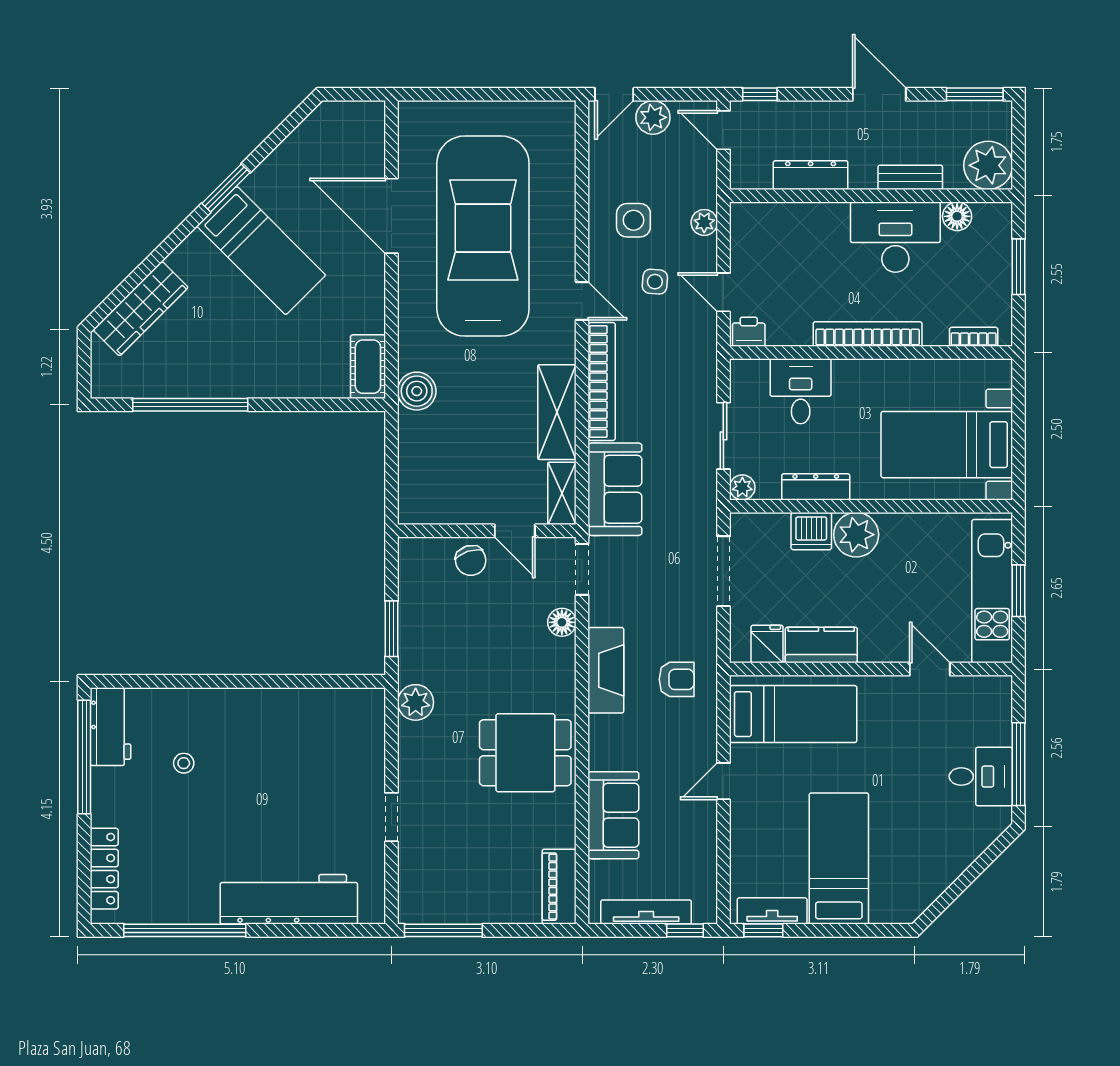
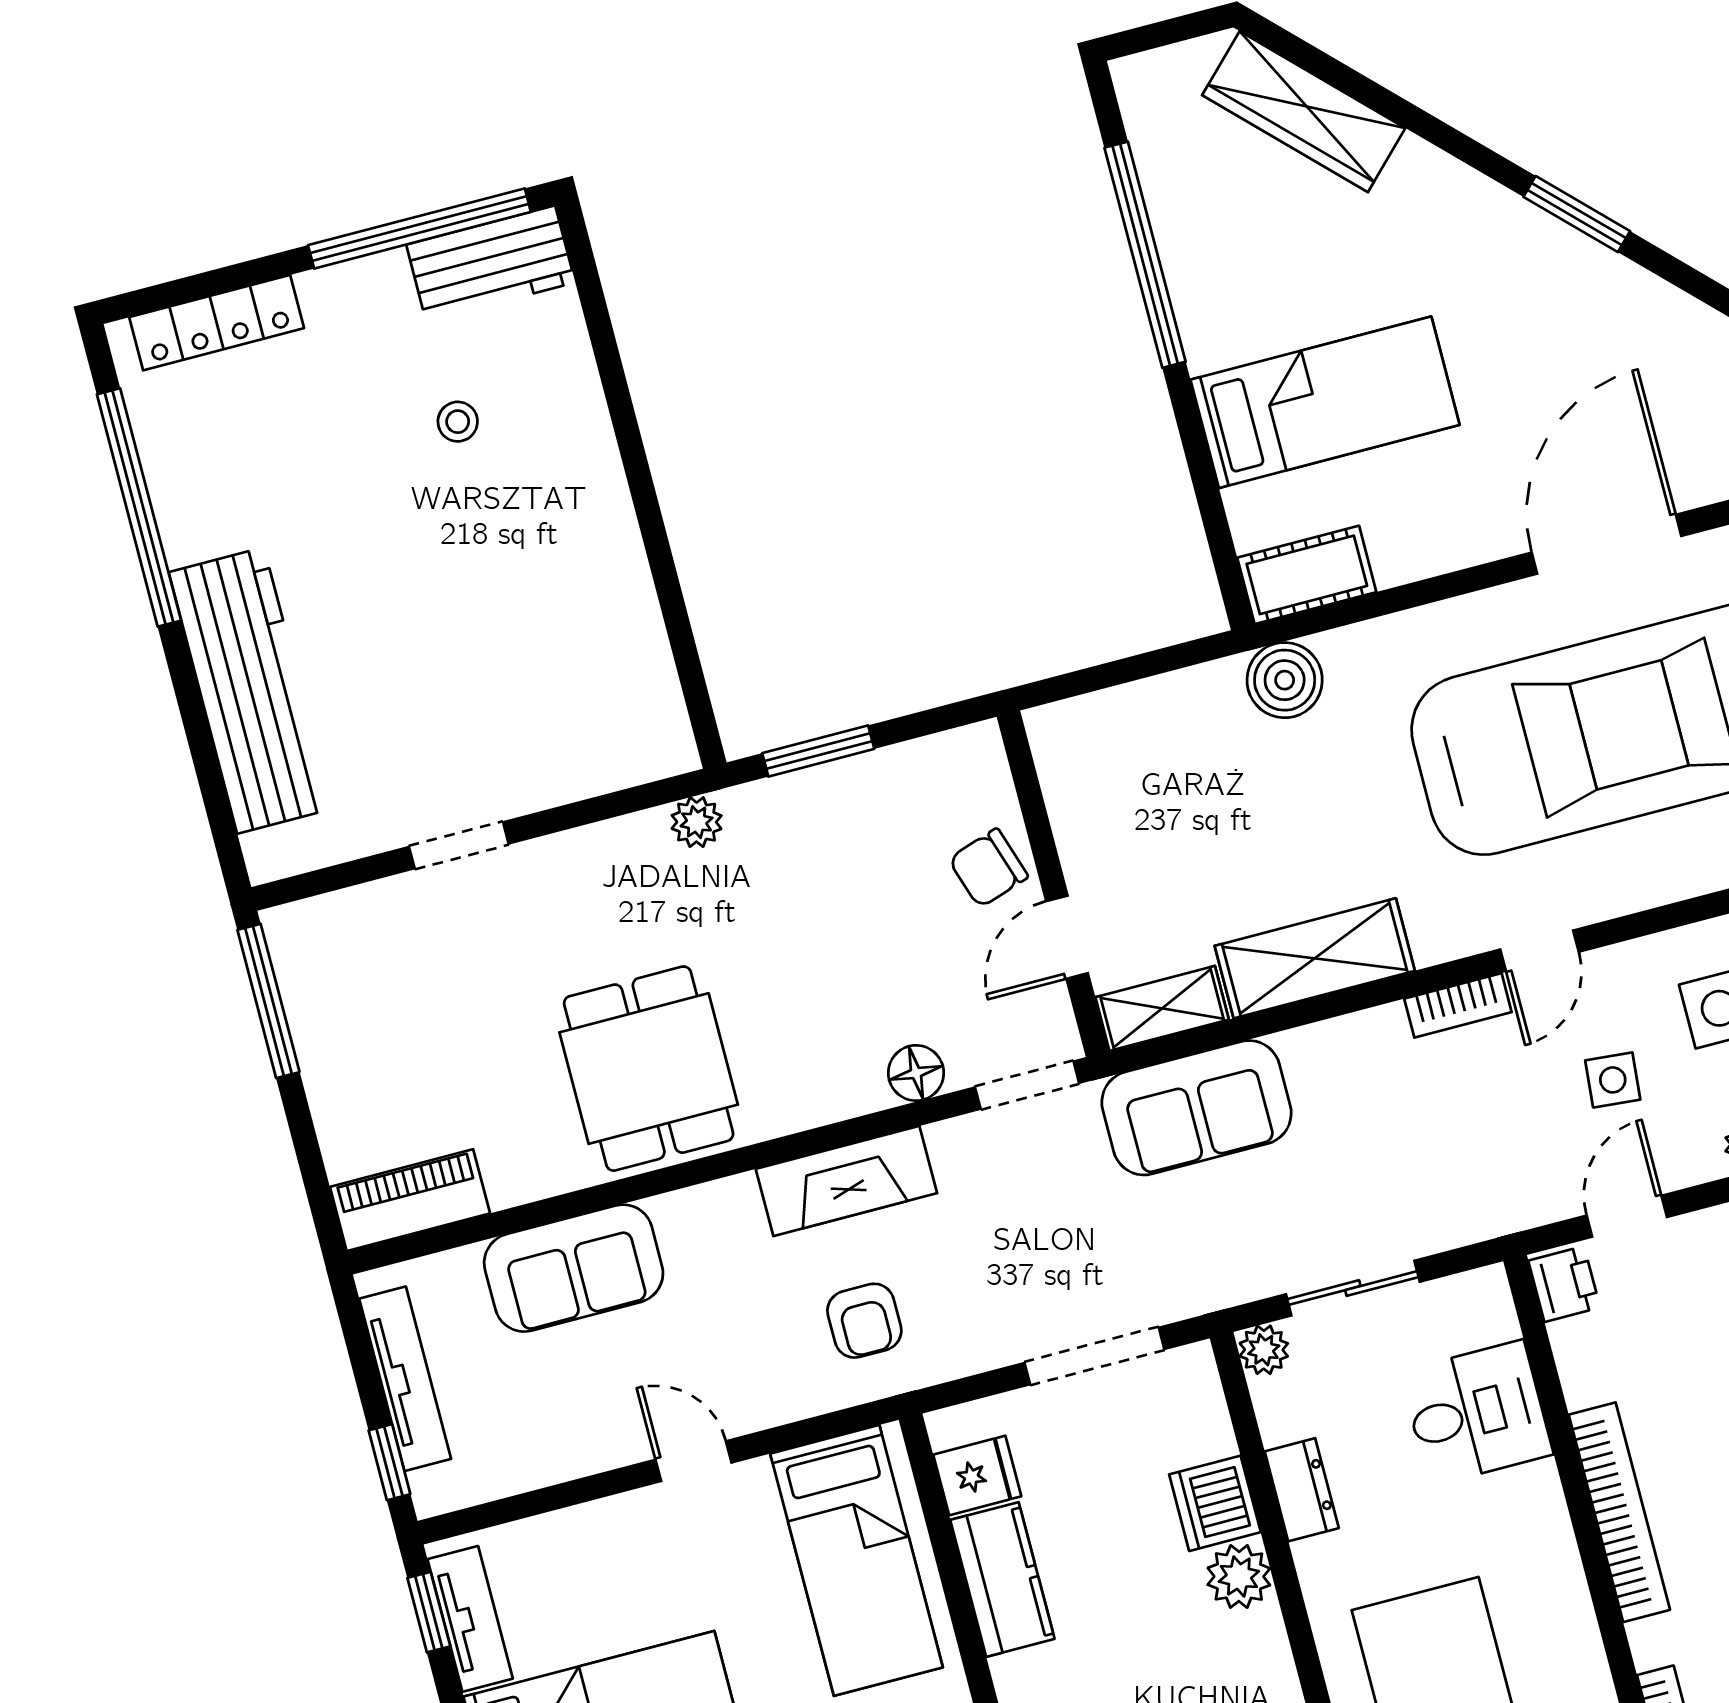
bed: (261, 251) -> (1325, 402), moved, turned -135
bookcase: (602, 381) -> (1458, 1005), width x0.43, depth x0.76
dresser: (816, 487) -> (1302, 1490), width x0.70
plant: (856, 535) -> (1239, 1576), width x0.73, depth x0.73
plant: (416, 702) -> (697, 822), width x0.73, depth x0.73

